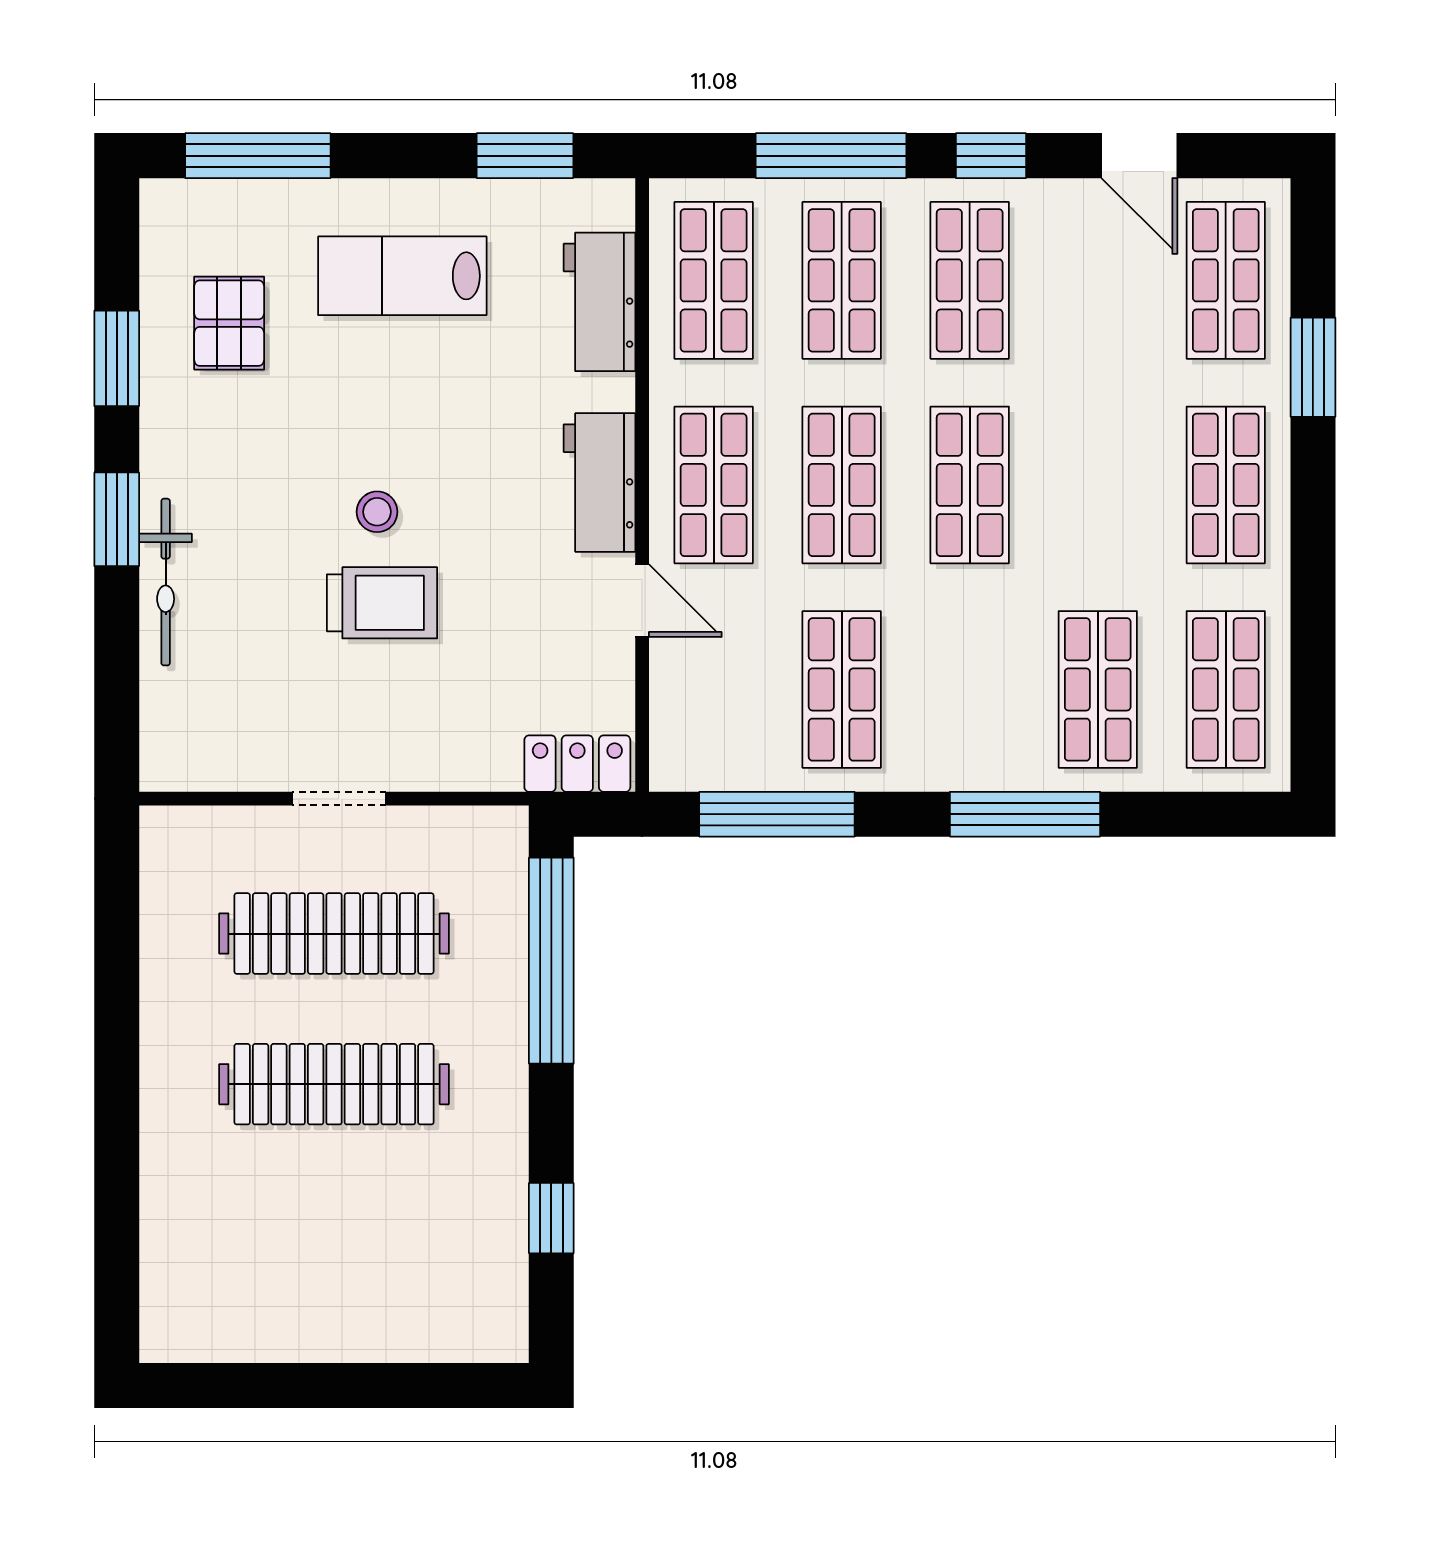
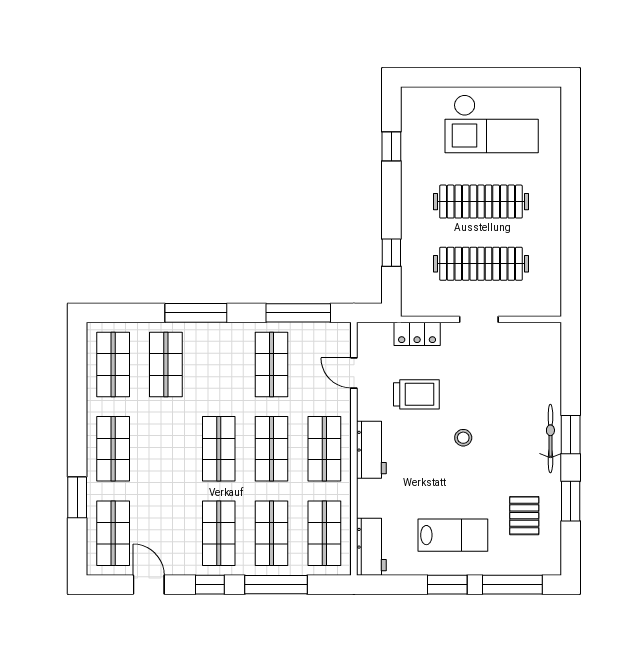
window: (525, 156) -> (447, 585), moved
workbench: (600, 302) -> (371, 547), moved
bicycle: (166, 582) -> (550, 439), moved
door: (642, 601) -> (354, 373), moved
trolley: (382, 603) -> (416, 394), moved, turned 180
locker: (577, 764) -> (417, 334), moved
window: (551, 961) -> (391, 253), width x0.32
checkout: (308, 1273) -> (492, 124), added

